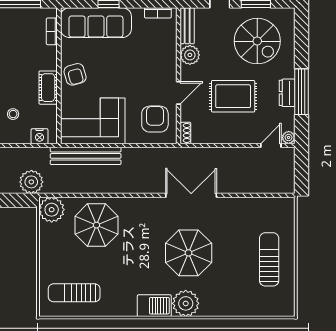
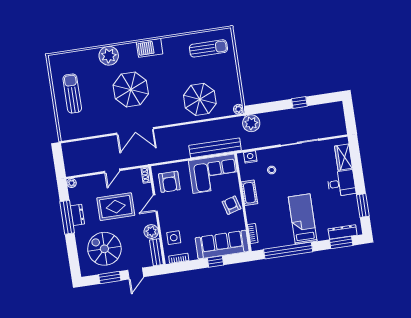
side table: (161, 42) -> (174, 238), added
door: (271, 145) -> (112, 171), moved
plant: (52, 210) -> (239, 109), width x0.53, depth x0.53
sun lounger: (269, 259) -> (72, 94), turned 180
plant: (186, 303) -> (109, 56), moved

